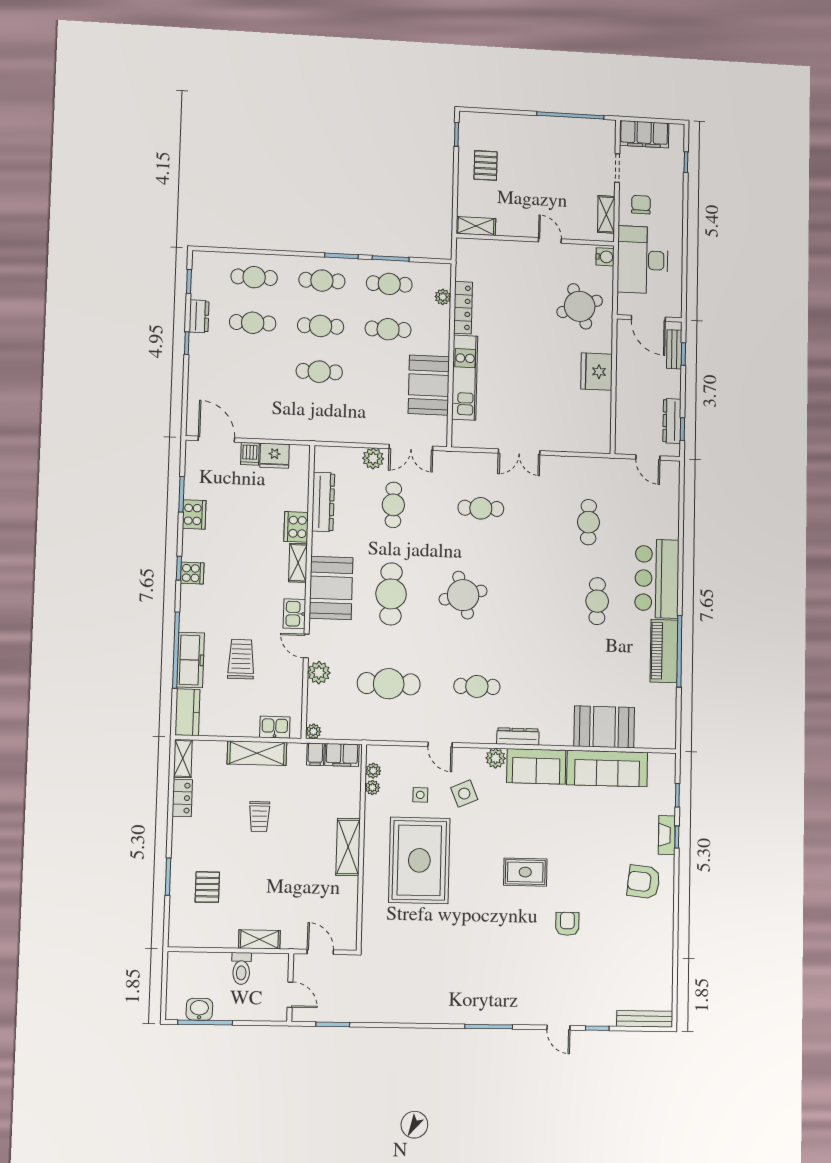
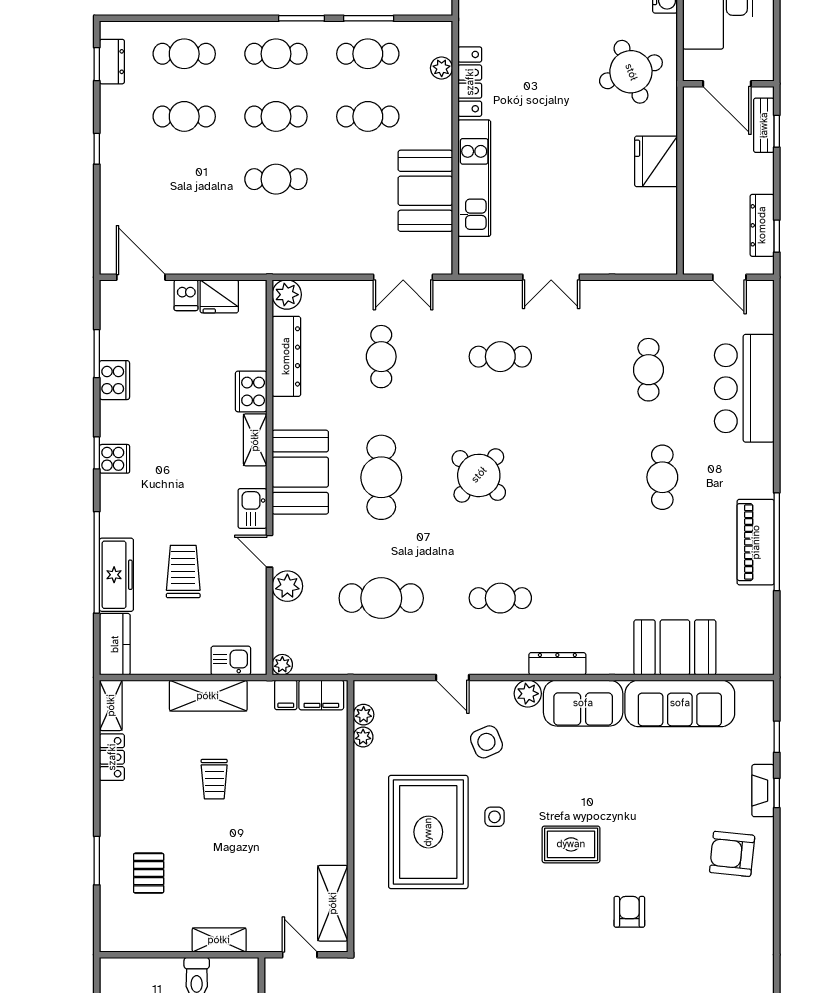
dresser: (199, 316) -> (112, 62), moved
plant: (373, 458) -> (287, 295), moved
bar counter: (657, 579) -> (744, 388), moved
round table: (463, 595) -> (479, 475), turned -33
side table: (420, 795) -> (495, 817), moved
shelving: (348, 847) -> (333, 903), moved

